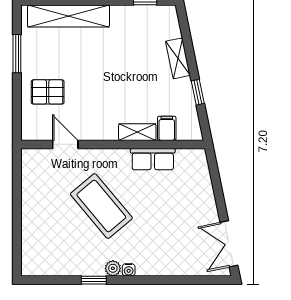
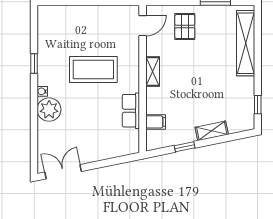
shelving: (137, 132) -> (153, 71), moved
door: (65, 144) -> (143, 26), moved
coffee table: (101, 206) -> (93, 70), turned 40
plant: (113, 268) -> (49, 110), moved, width x1.88, depth x1.88

